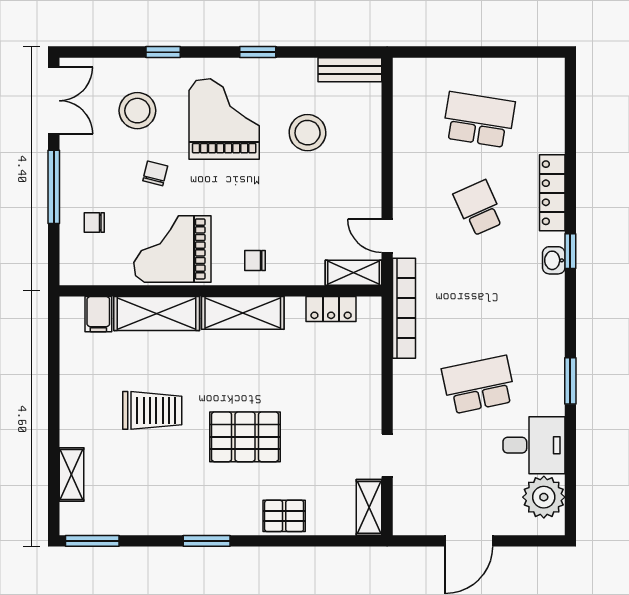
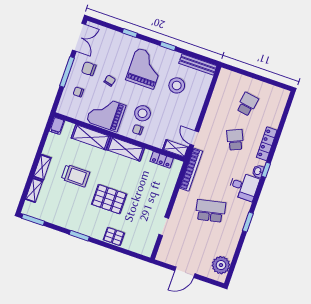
bench: (350, 70) -> (198, 64), width x1.36
stool: (137, 111) -> (143, 113), moved
school desk: (479, 120) -> (247, 104), width x0.54
chair: (100, 163) -> (89, 69), added
filing cabinet: (98, 314) -> (57, 126), moved
desk: (534, 445) -> (244, 186), moved
shelving: (369, 507) -> (42, 167), moved

